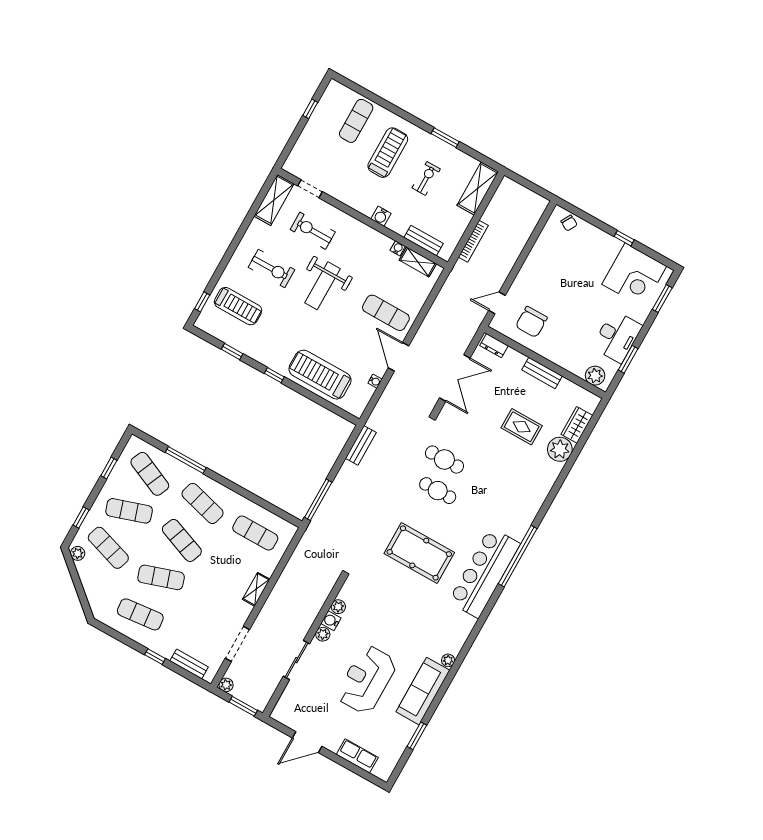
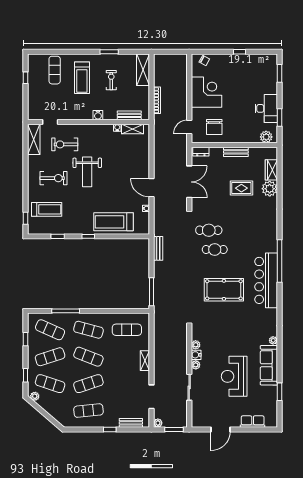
treadmill: (388, 153) -> (82, 78), turned 180
corner desk: (634, 275) -> (206, 92), moved, turned -90
exercise mat: (386, 313) -> (131, 167), removed

